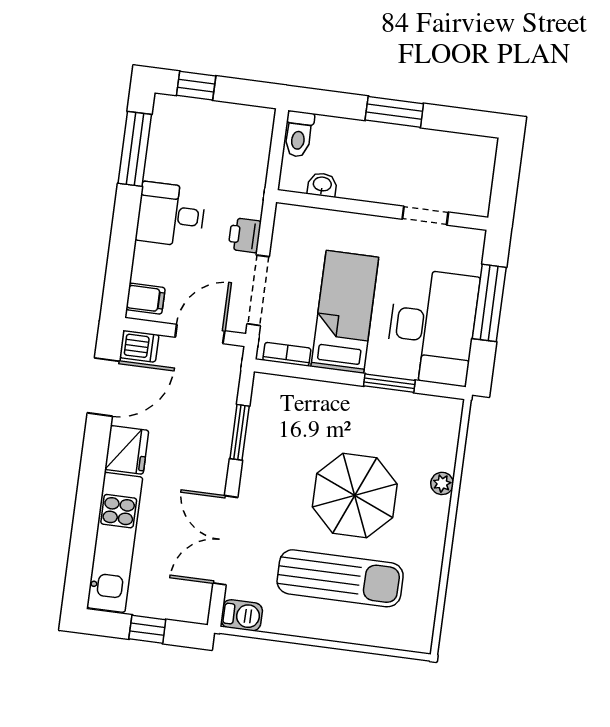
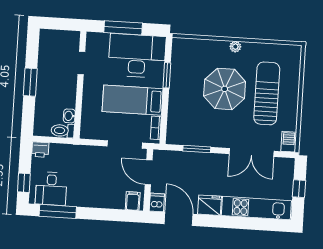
toilet: (299, 134) -> (63, 131), moved, turned 180
desk: (171, 215) -> (51, 189), moved
printer: (245, 235) -> (40, 150), moved
plant: (442, 483) -> (235, 47), moved

